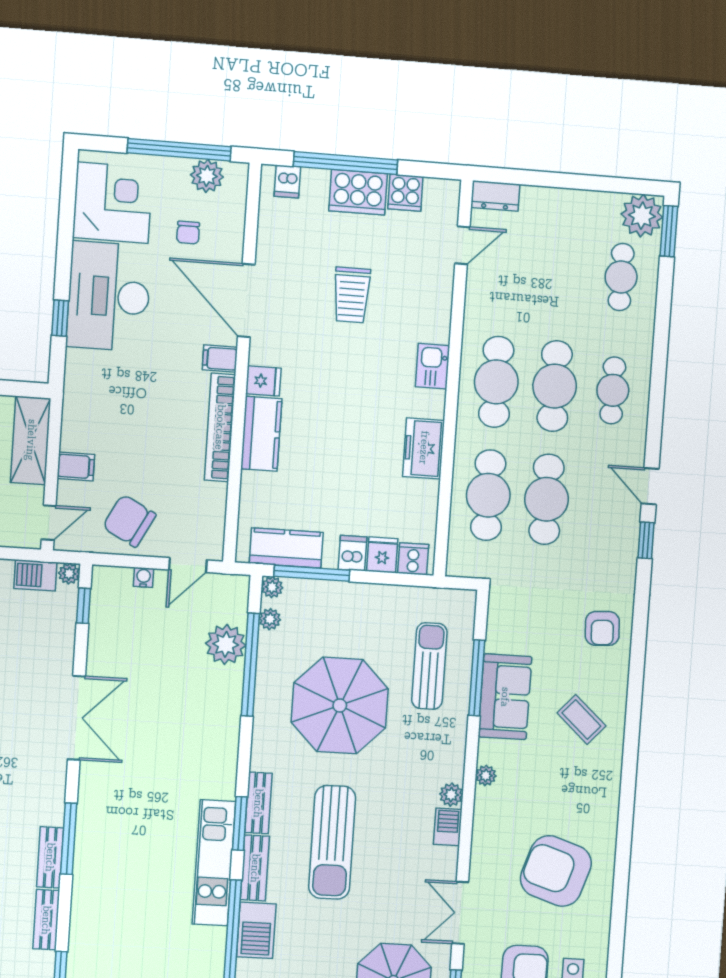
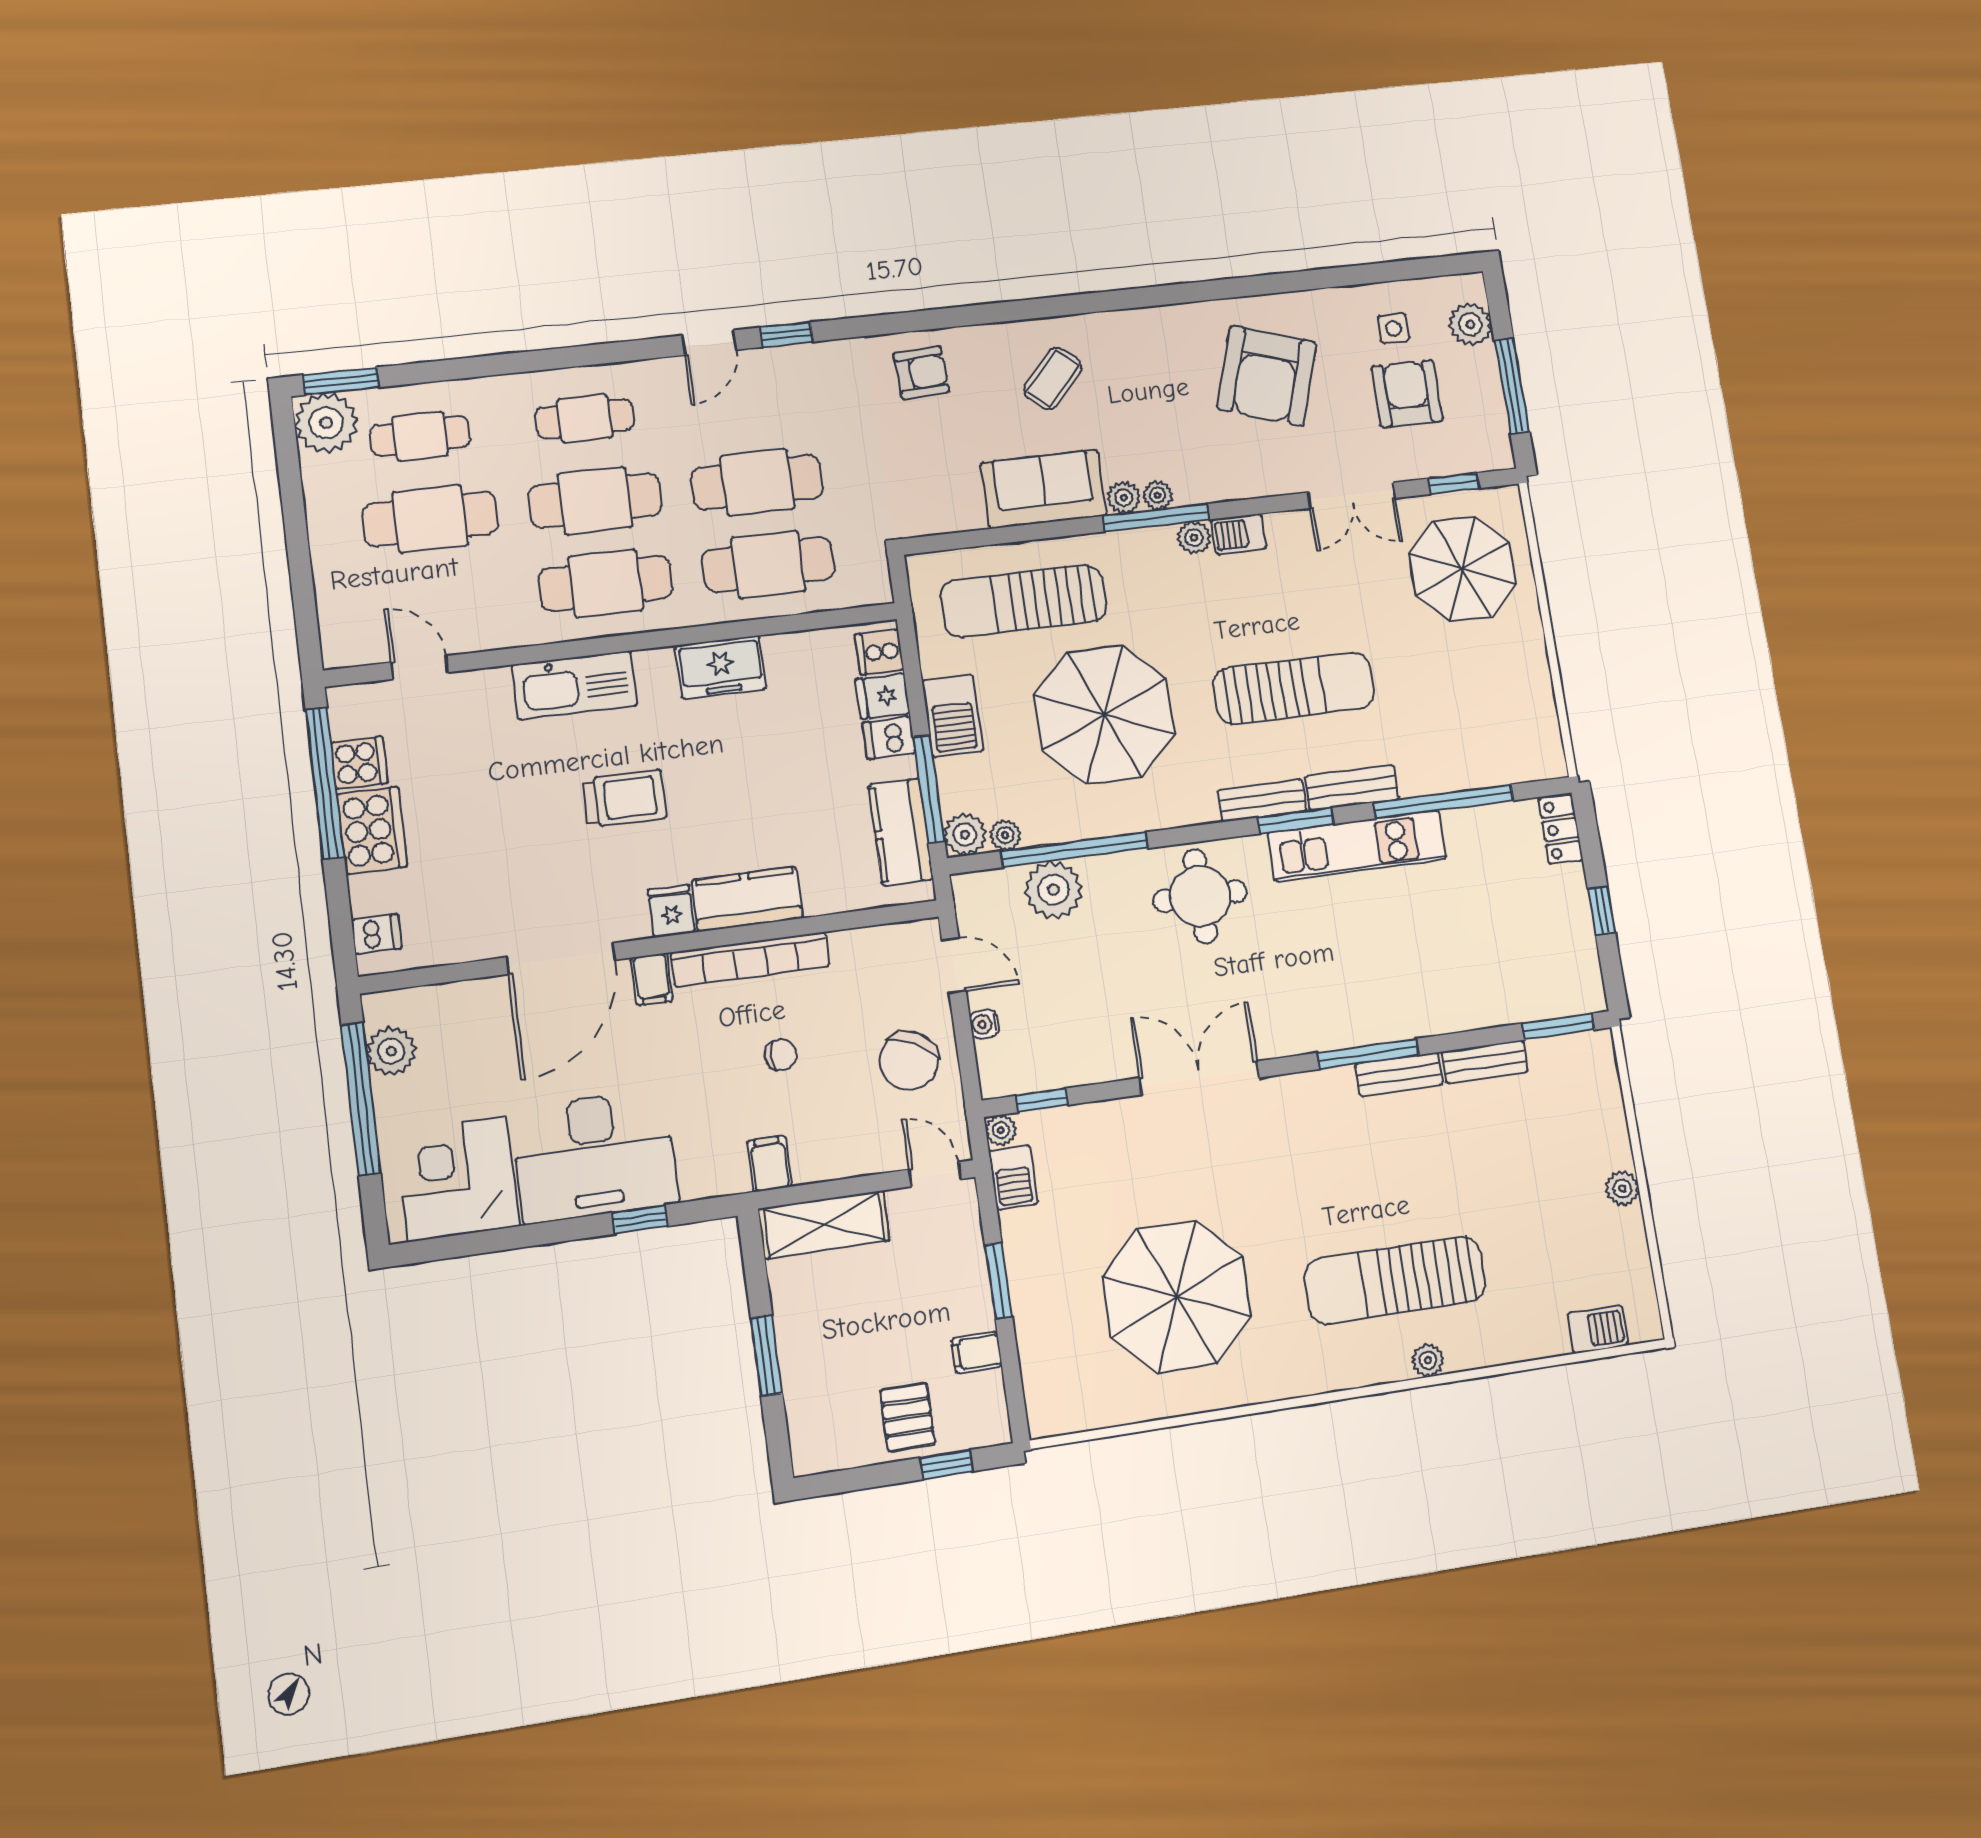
window: (346, 163) -> (325, 783), moved
dresser: (495, 196) -> (339, 634), removed
chair: (188, 233) -> (781, 1055), moved
cafe table: (563, 272) -> (430, 519), added
trolley: (352, 295) -> (625, 799), moved
kitchen sink: (433, 366) -> (575, 685), width x1.87, depth x1.24
filing cabinet: (76, 466) -> (769, 1164), moved
plant: (272, 587) -> (965, 835), width x1.38, depth x1.38
sun lounger: (429, 666) -> (1024, 601), width x1.36, depth x1.34
window: (477, 678) -> (1156, 518), moved
round table: (201, 745) -> (1200, 896), added
plant: (489, 751) -> (1124, 497), added
barbecue: (256, 930) -> (953, 716), moved, turned 90

